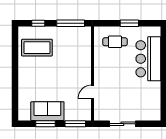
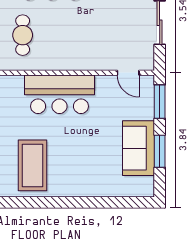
bar counter: (80, 64) -> (60, 94), added
door: (92, 92) -> (128, 73), moved

